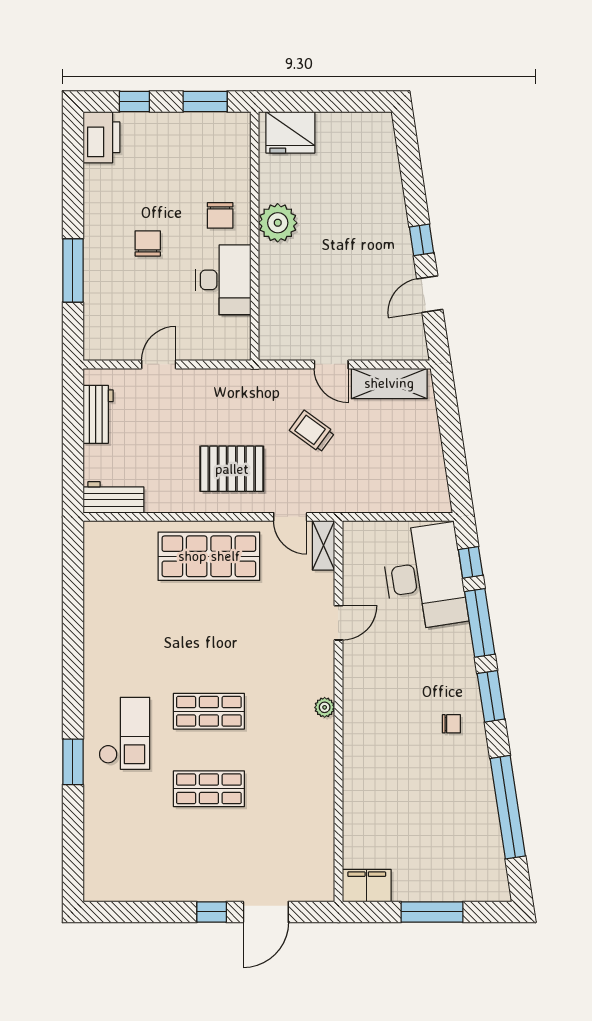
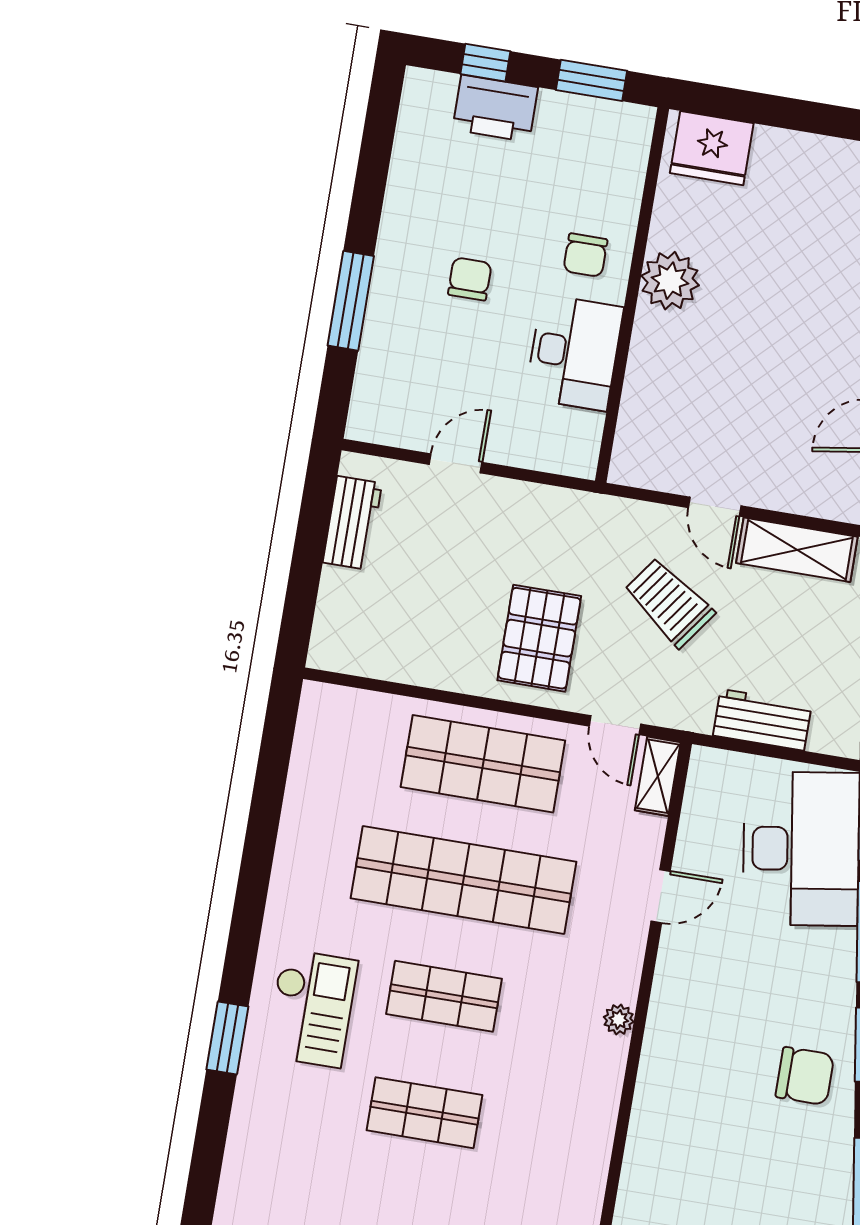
printer: (101, 137) -> (495, 108), moved, turned 90
trolley: (312, 431) -> (669, 602), width x1.36, depth x1.39
pallet: (232, 469) -> (539, 638), turned 90
workbench: (113, 497) -> (762, 720), moved
shop shelf: (209, 634) -> (463, 880), added
chair: (451, 724) -> (805, 1076), width x1.87, depth x1.87

